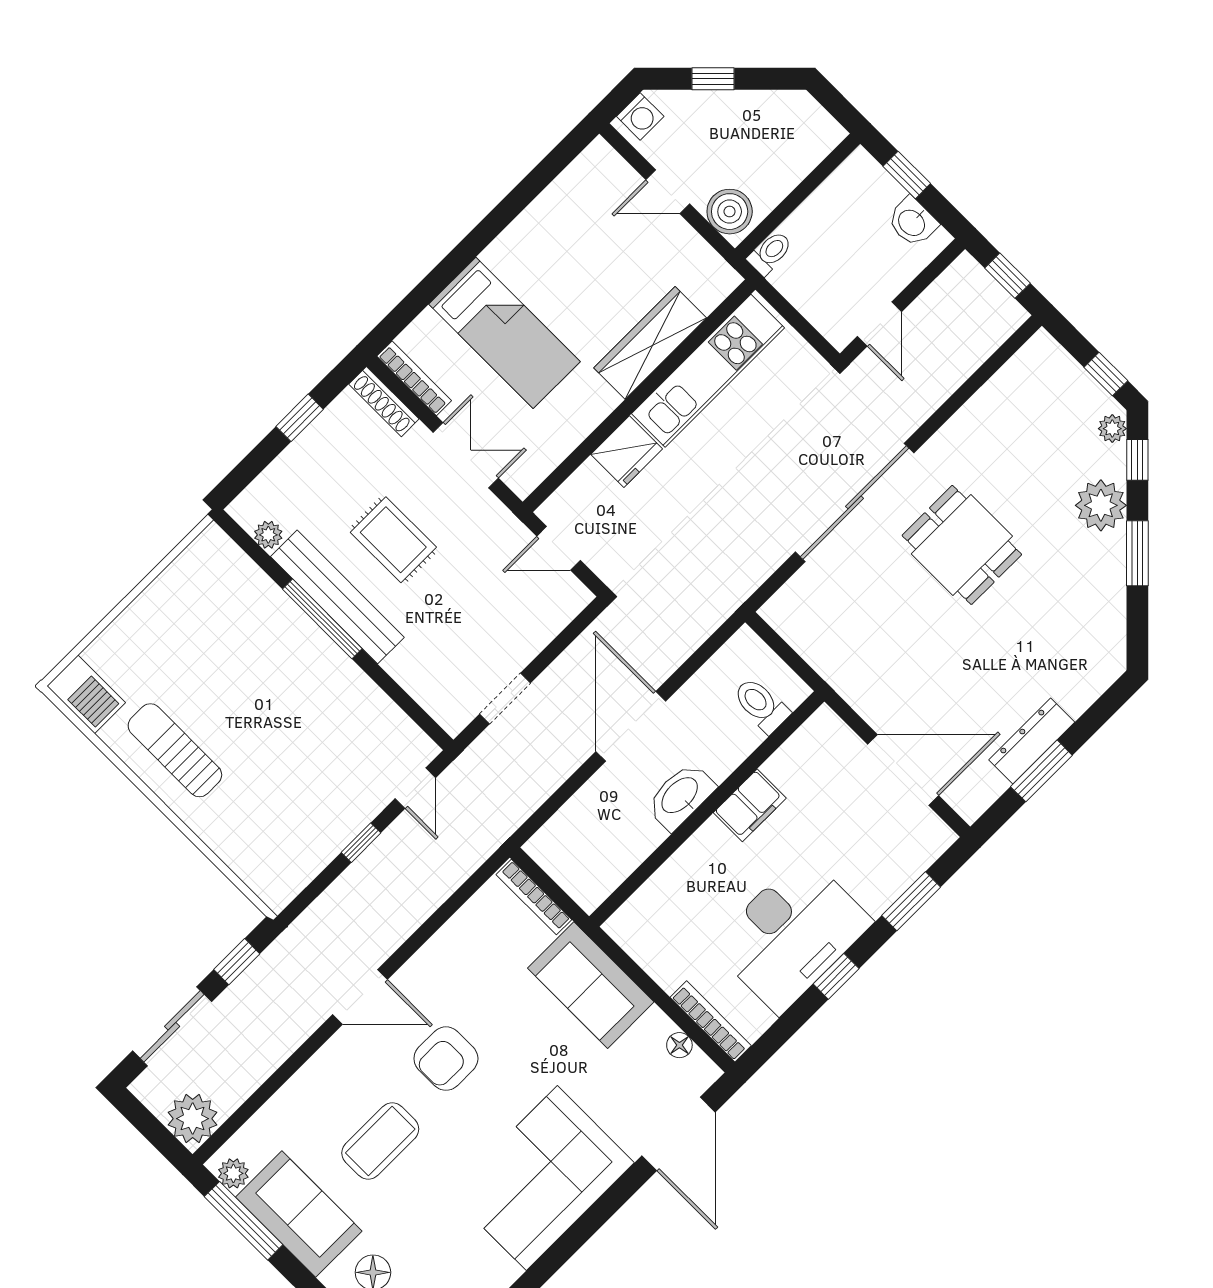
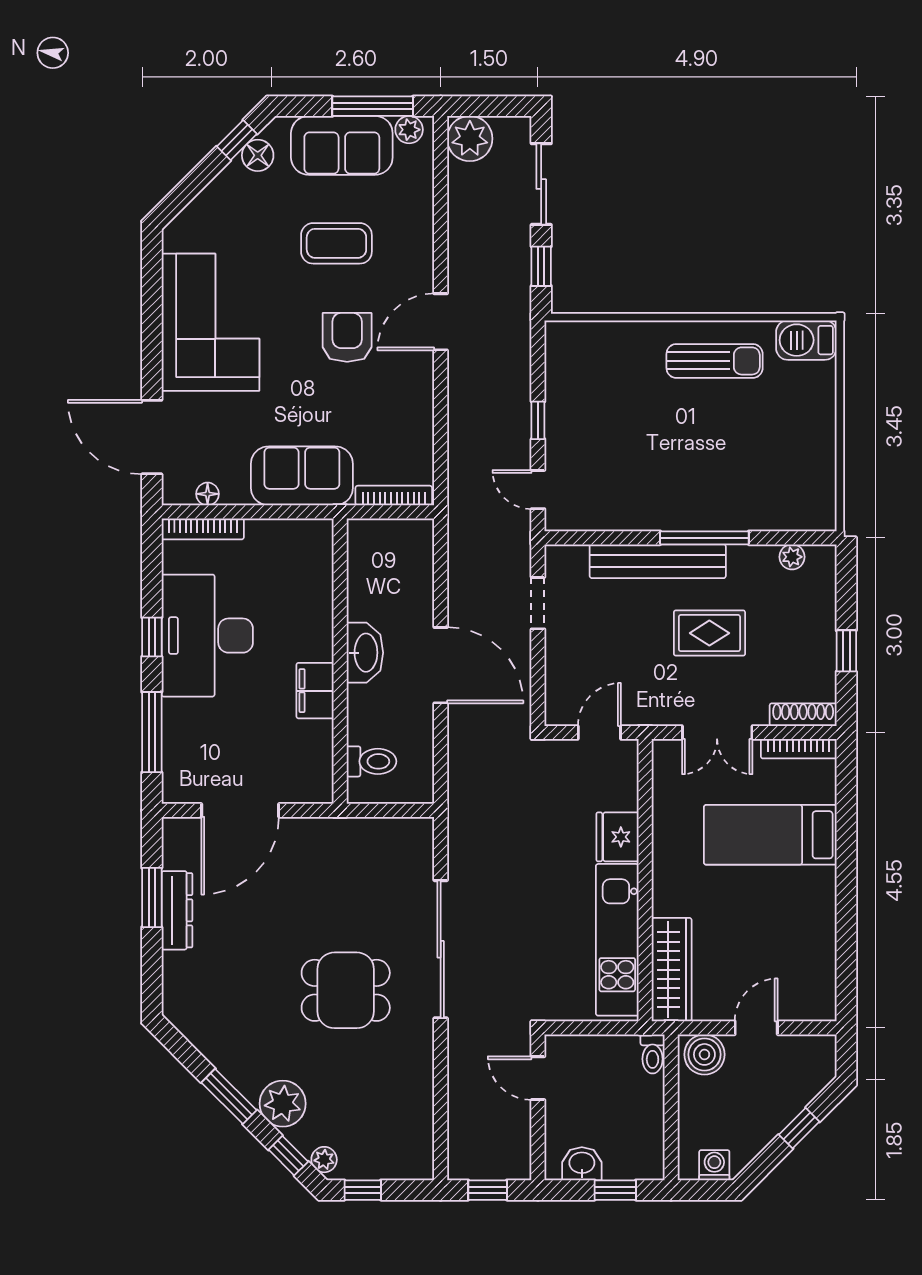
washing machine: (640, 116) -> (714, 1165), moved, turned 90
wardrobe: (650, 343) -> (672, 970), moved
bench: (337, 597) -> (658, 561), moved
window: (911, 901) -> (152, 732), width x1.44
coffee table: (380, 1141) -> (336, 243), turned 90

